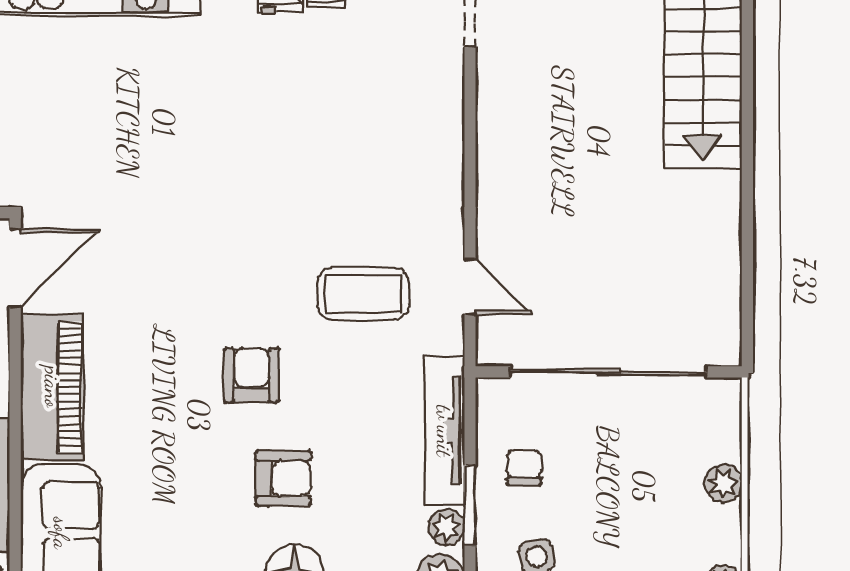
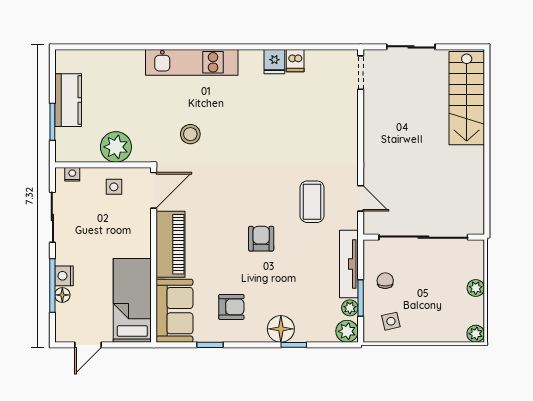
stool: (96, 145) -> (190, 134), added
coffee table: (363, 294) -> (312, 202), turned 90
armchair: (283, 478) -> (231, 307), moved

